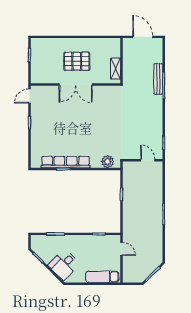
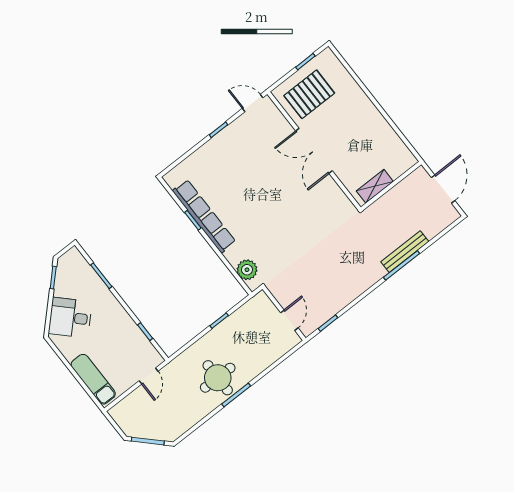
pallet: (77, 61) -> (309, 94), moved, turned 90
round table: (148, 216) -> (218, 378), added

